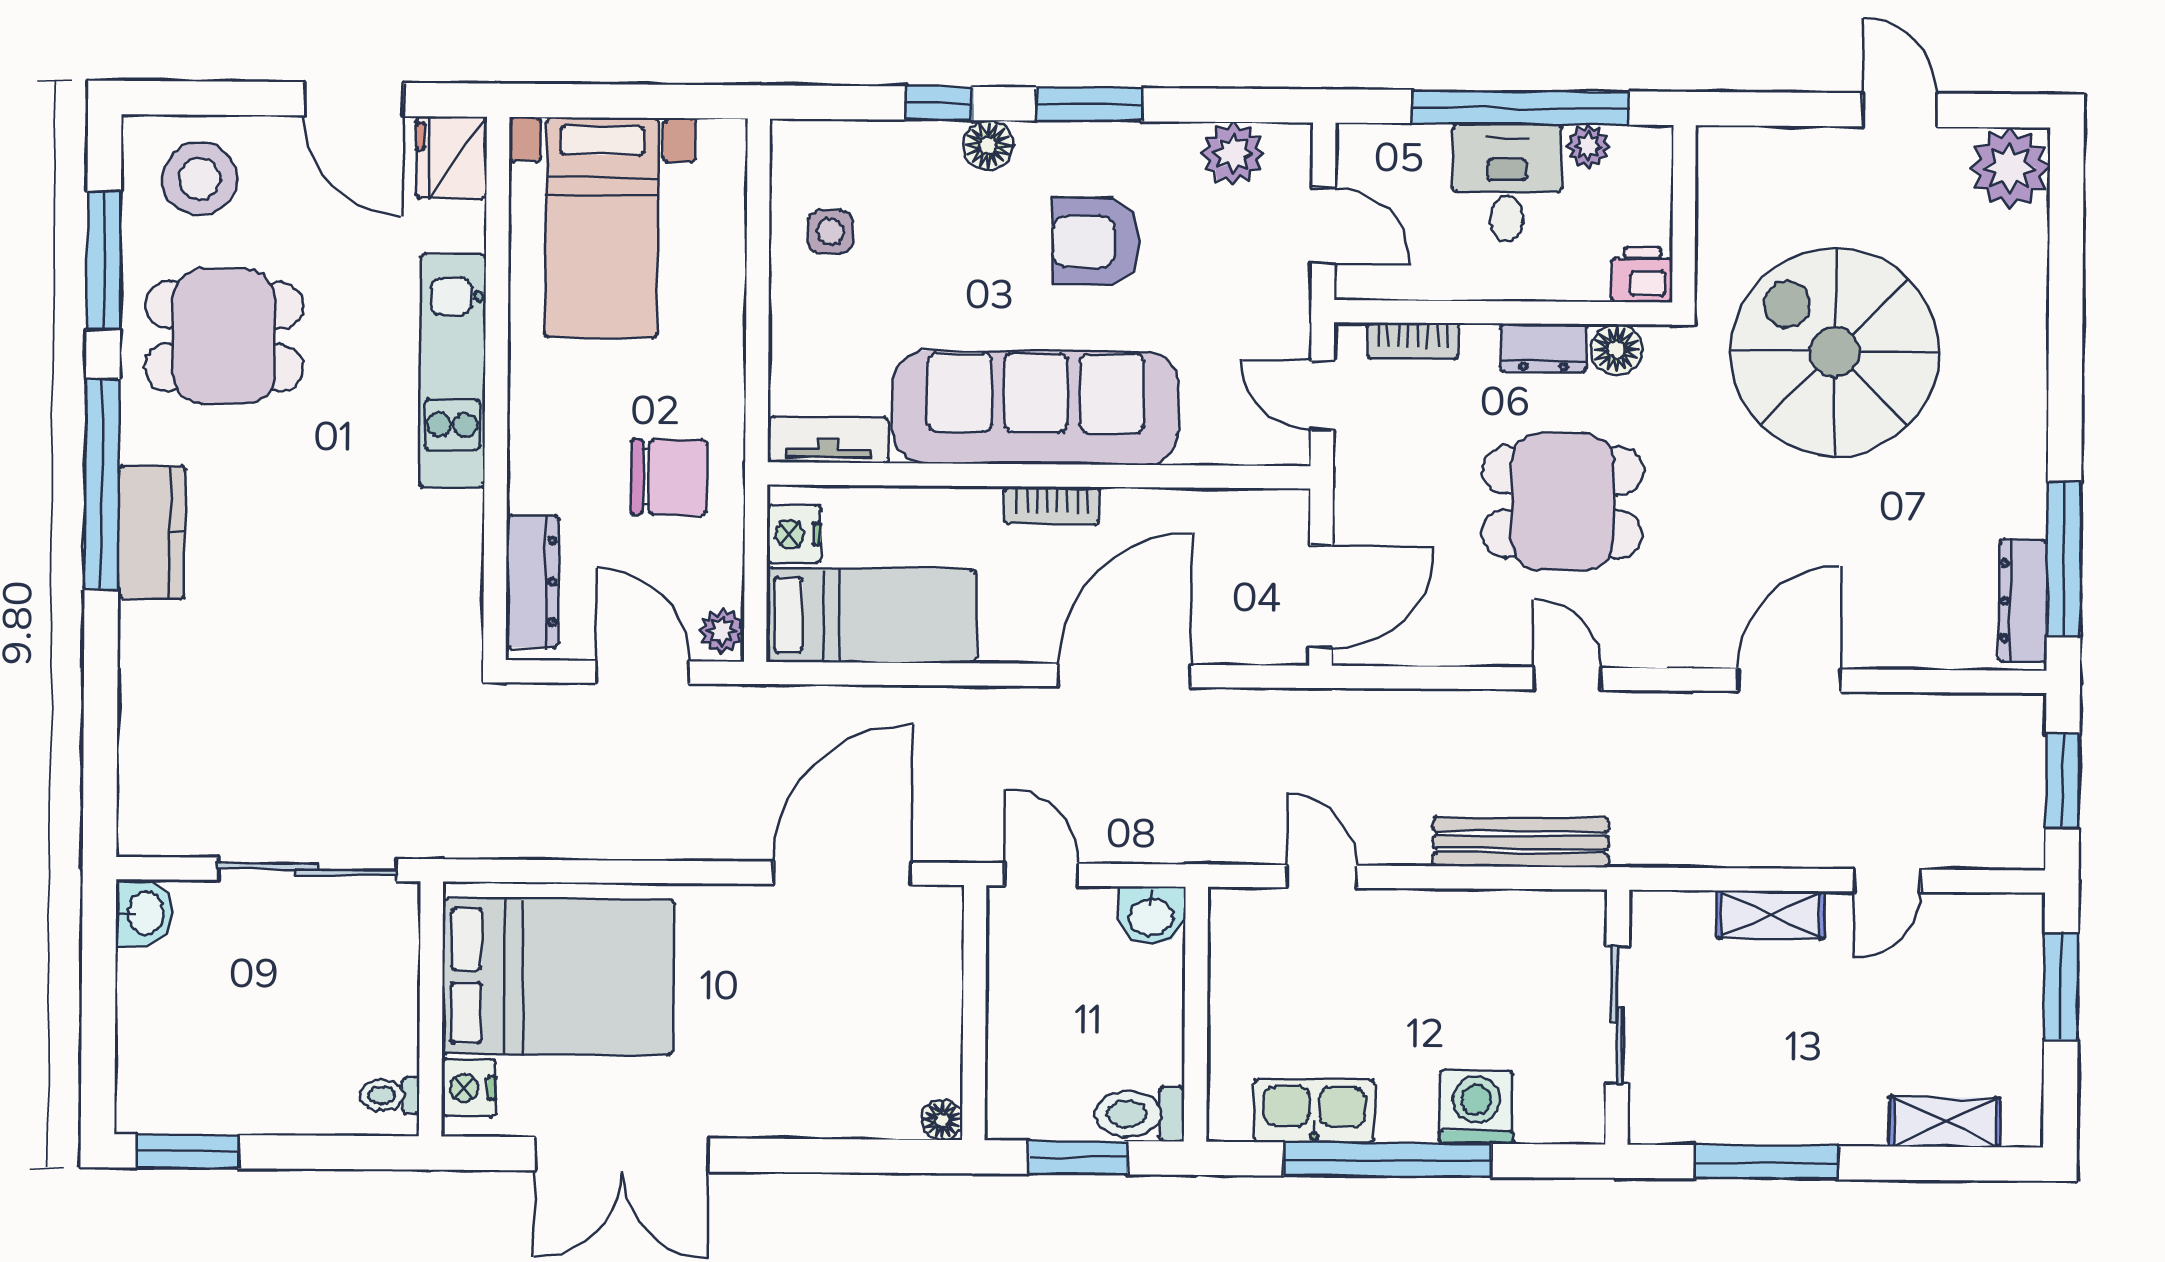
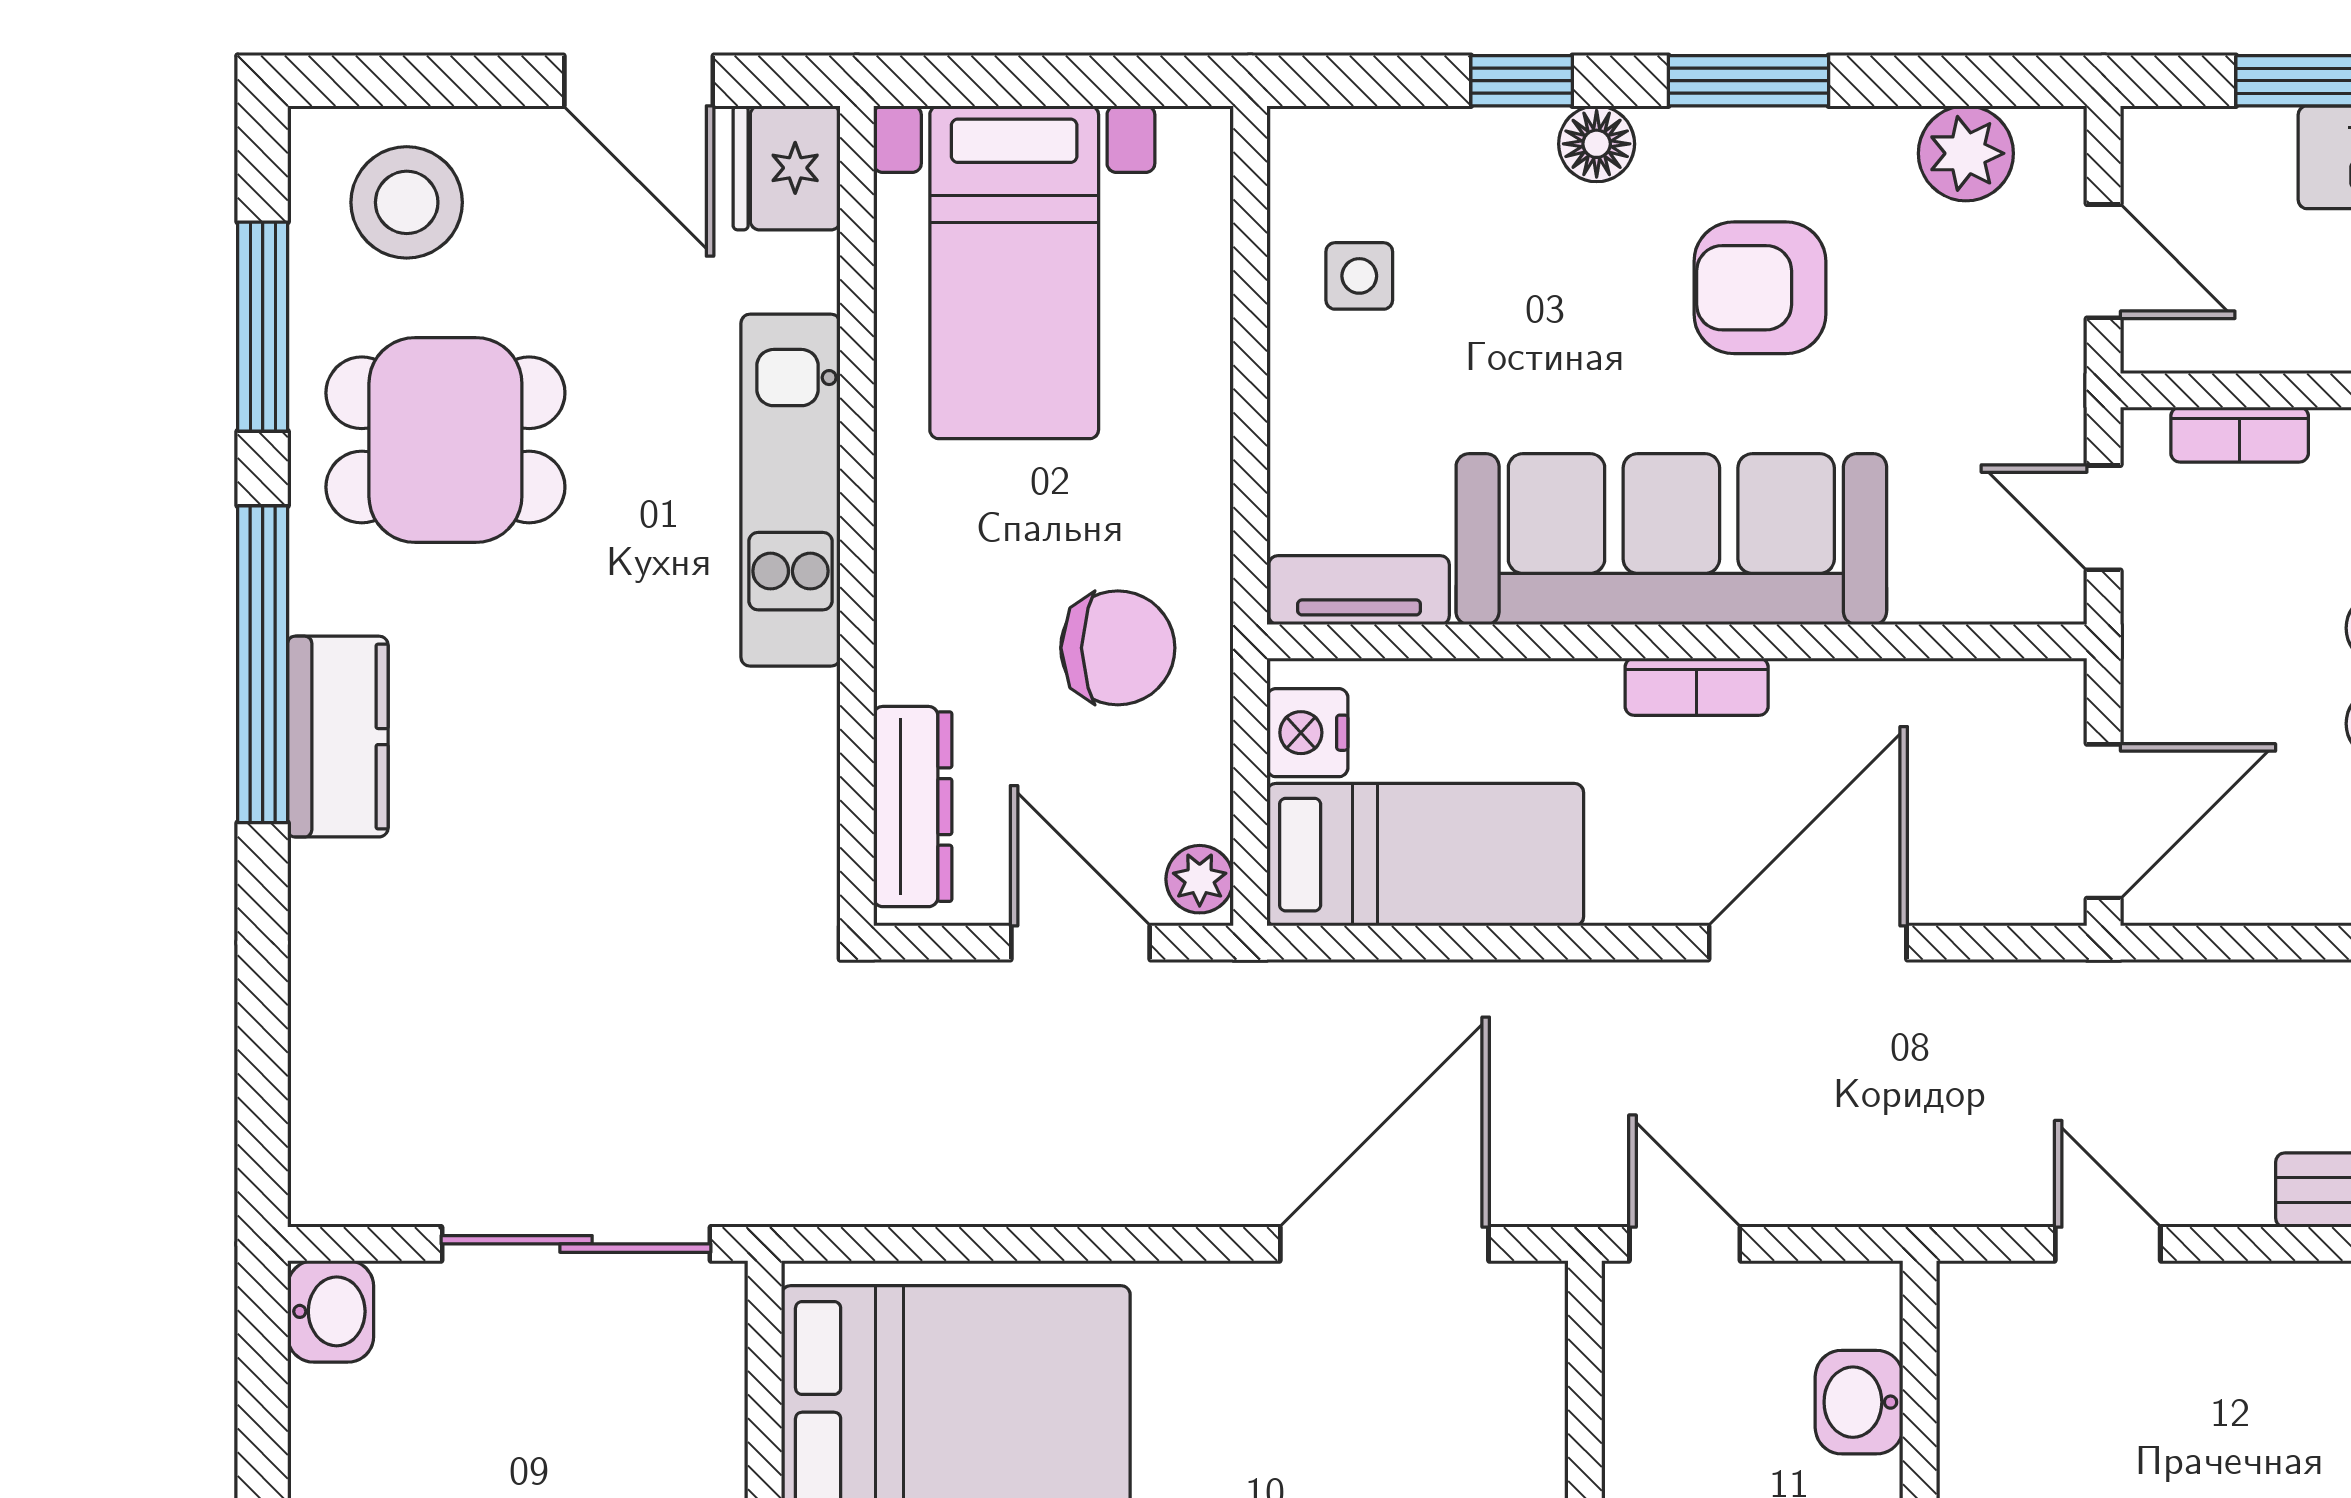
washbasin: (1151, 915) -> (1859, 1402), moved, turned 90

